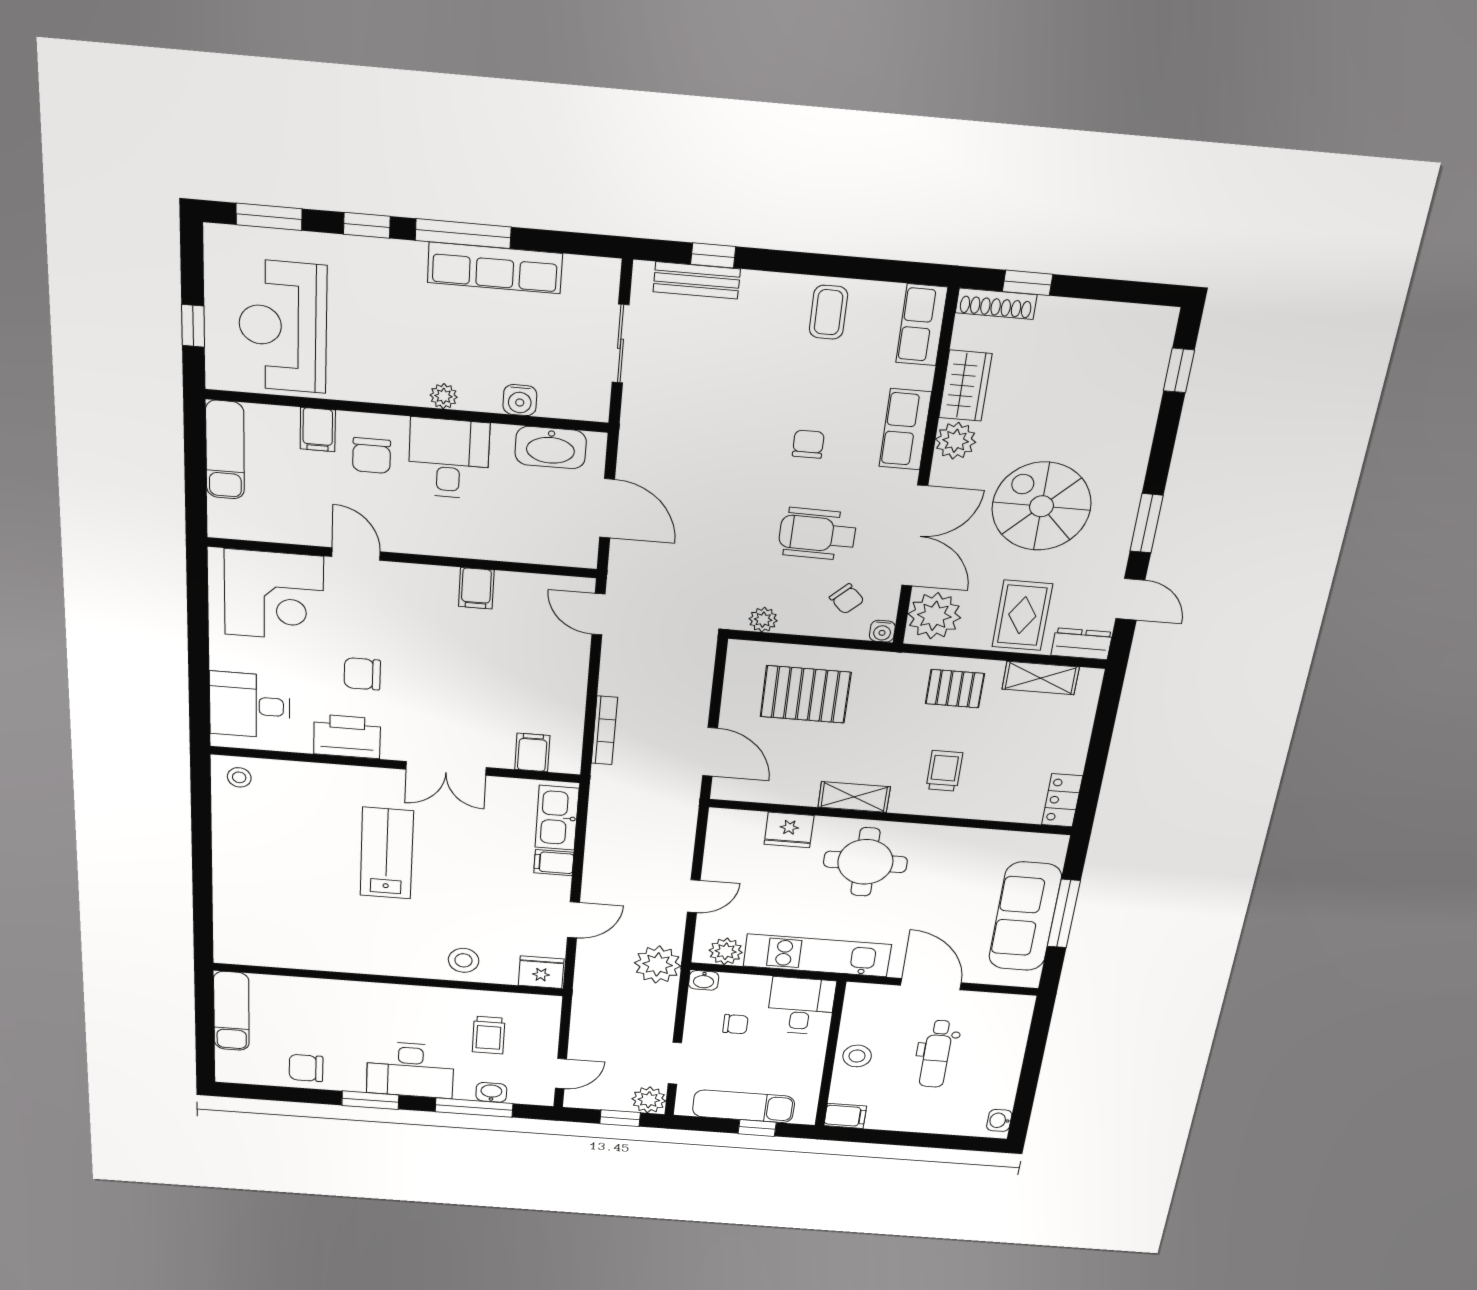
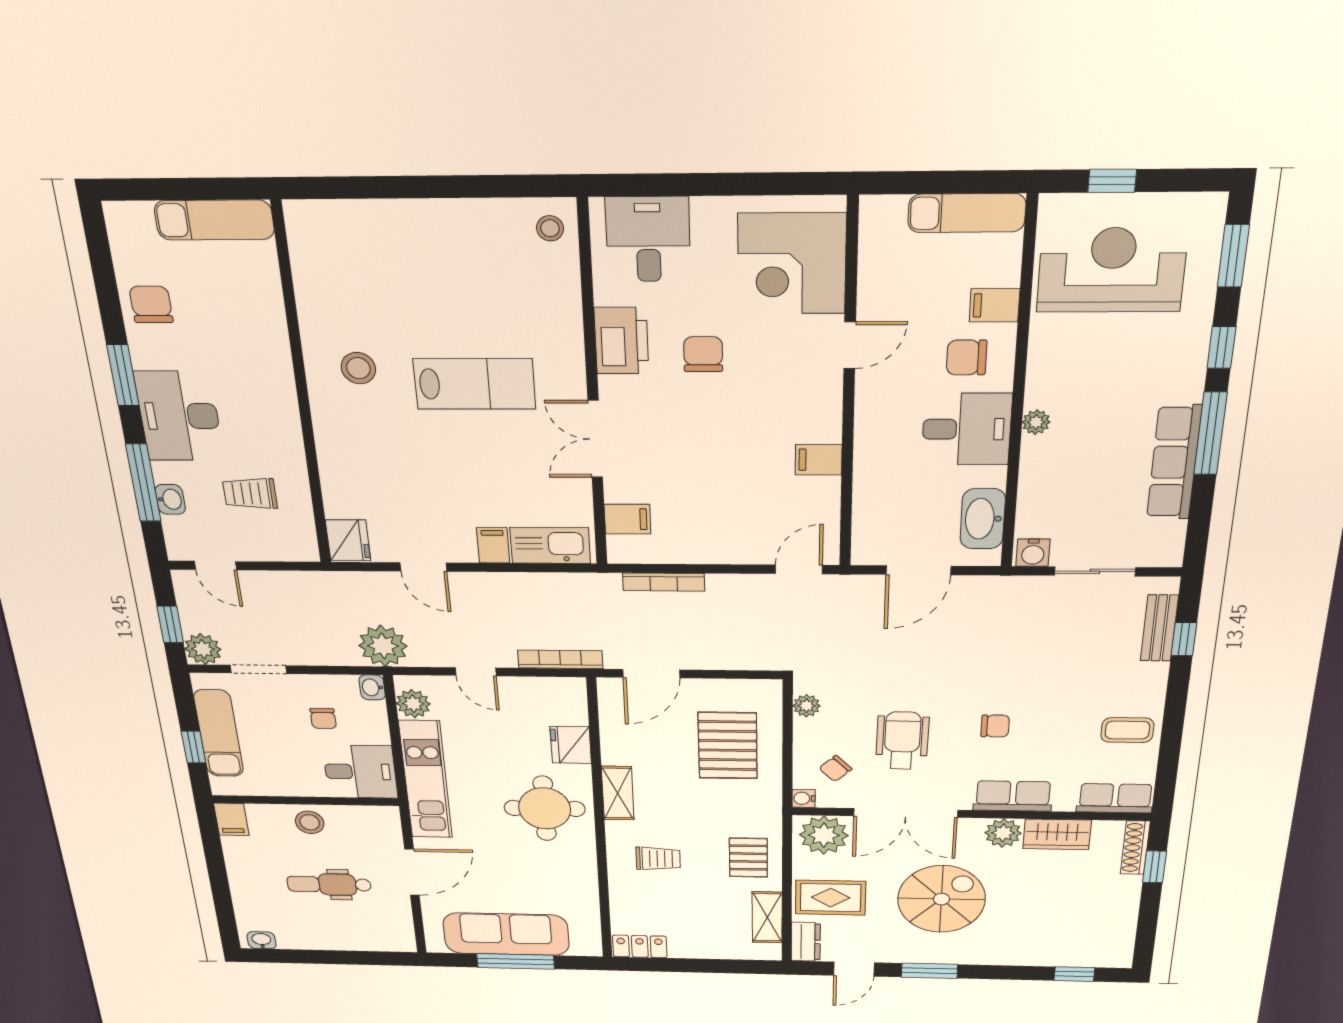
water cooler: (520, 400) -> (1033, 553), moved, turned -90
bookcase: (686, 826) -> (560, 659), added
stool: (464, 960) -> (358, 368), moved

